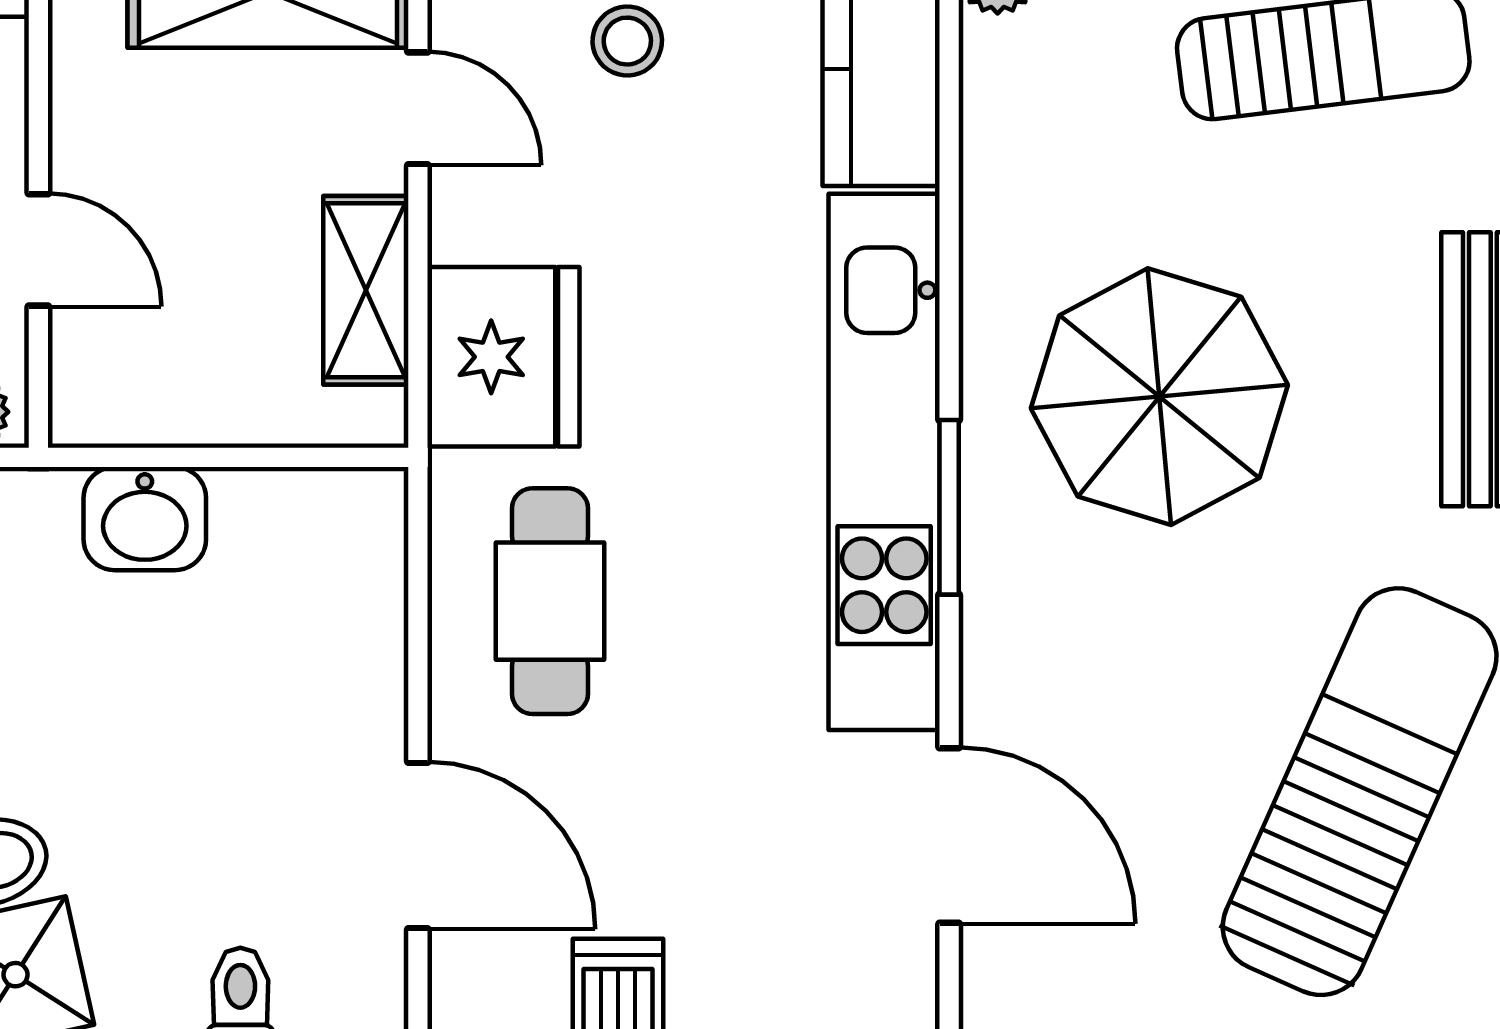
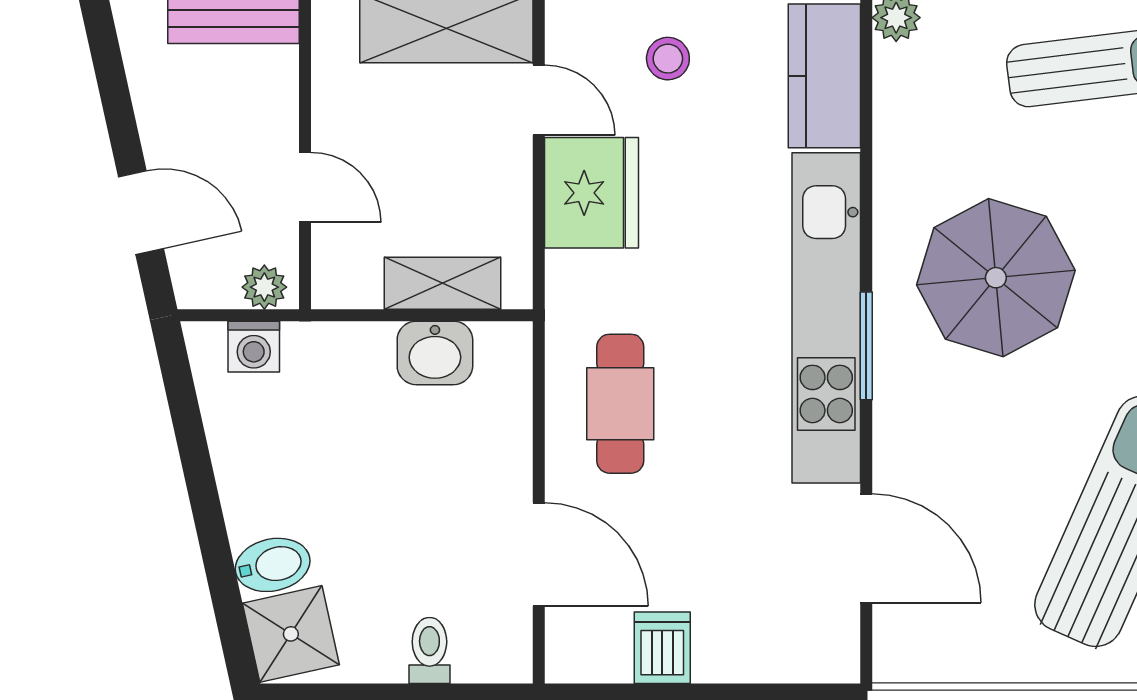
shelving: (366, 290) -> (442, 283), moved, turned 90
fridge: (503, 357) -> (592, 193), moved
washbasin: (145, 519) -> (435, 353), moved

